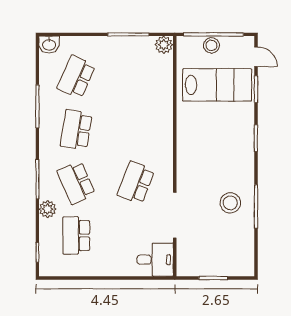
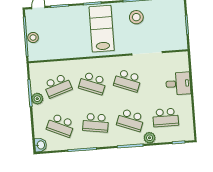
plant: (164, 45) -> (37, 99), moved
school desk: (136, 77) -> (58, 86), added
lab bench: (217, 85) -> (102, 29), moved
school desk: (136, 130) -> (93, 83), added
school desk: (76, 183) -> (131, 120), turned 45
desk: (155, 260) -> (178, 84), moved, turned 90

